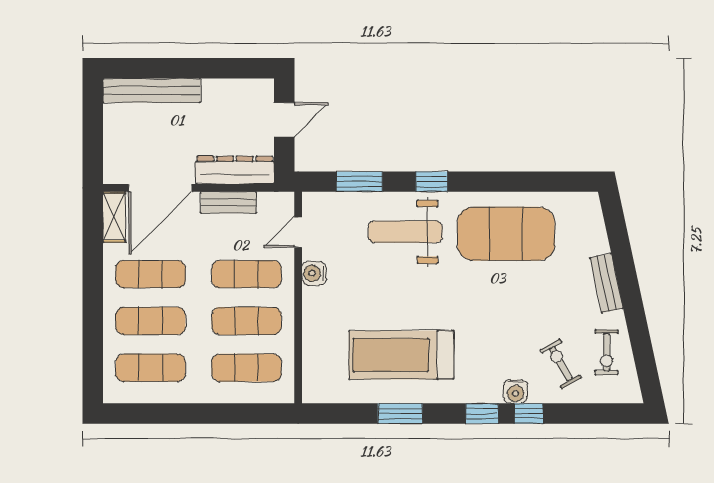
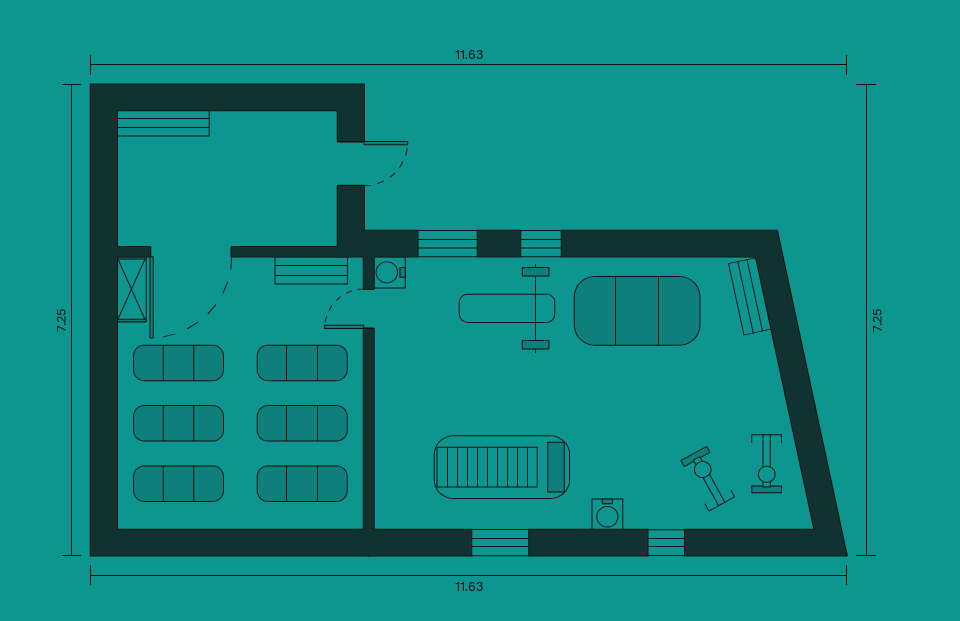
bench: (152, 91) -> (163, 123), width x0.73, depth x0.82
dresser: (235, 170) -> (287, 229), removed
bench: (228, 202) -> (311, 270), moved
water cooler: (314, 273) -> (389, 272), moved
bench: (607, 283) -> (750, 296), moved
water cooler: (516, 391) -> (607, 514), moved
window: (482, 413) -> (606, 543), removed

